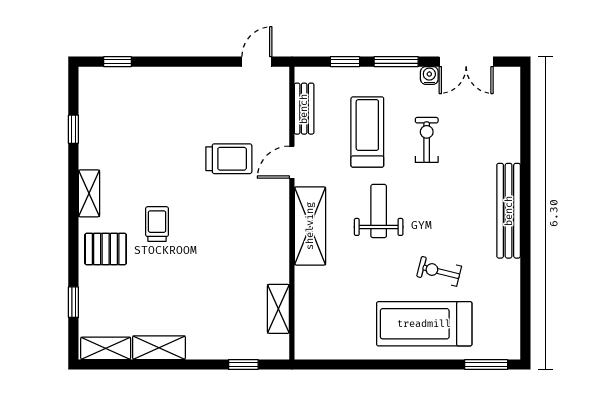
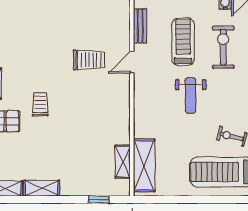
exercise bike: (427, 140) -> (223, 47), width x1.38, depth x1.39
weight bench: (379, 211) -> (191, 95), turned 180
shelving: (310, 226) -> (144, 165), moved

